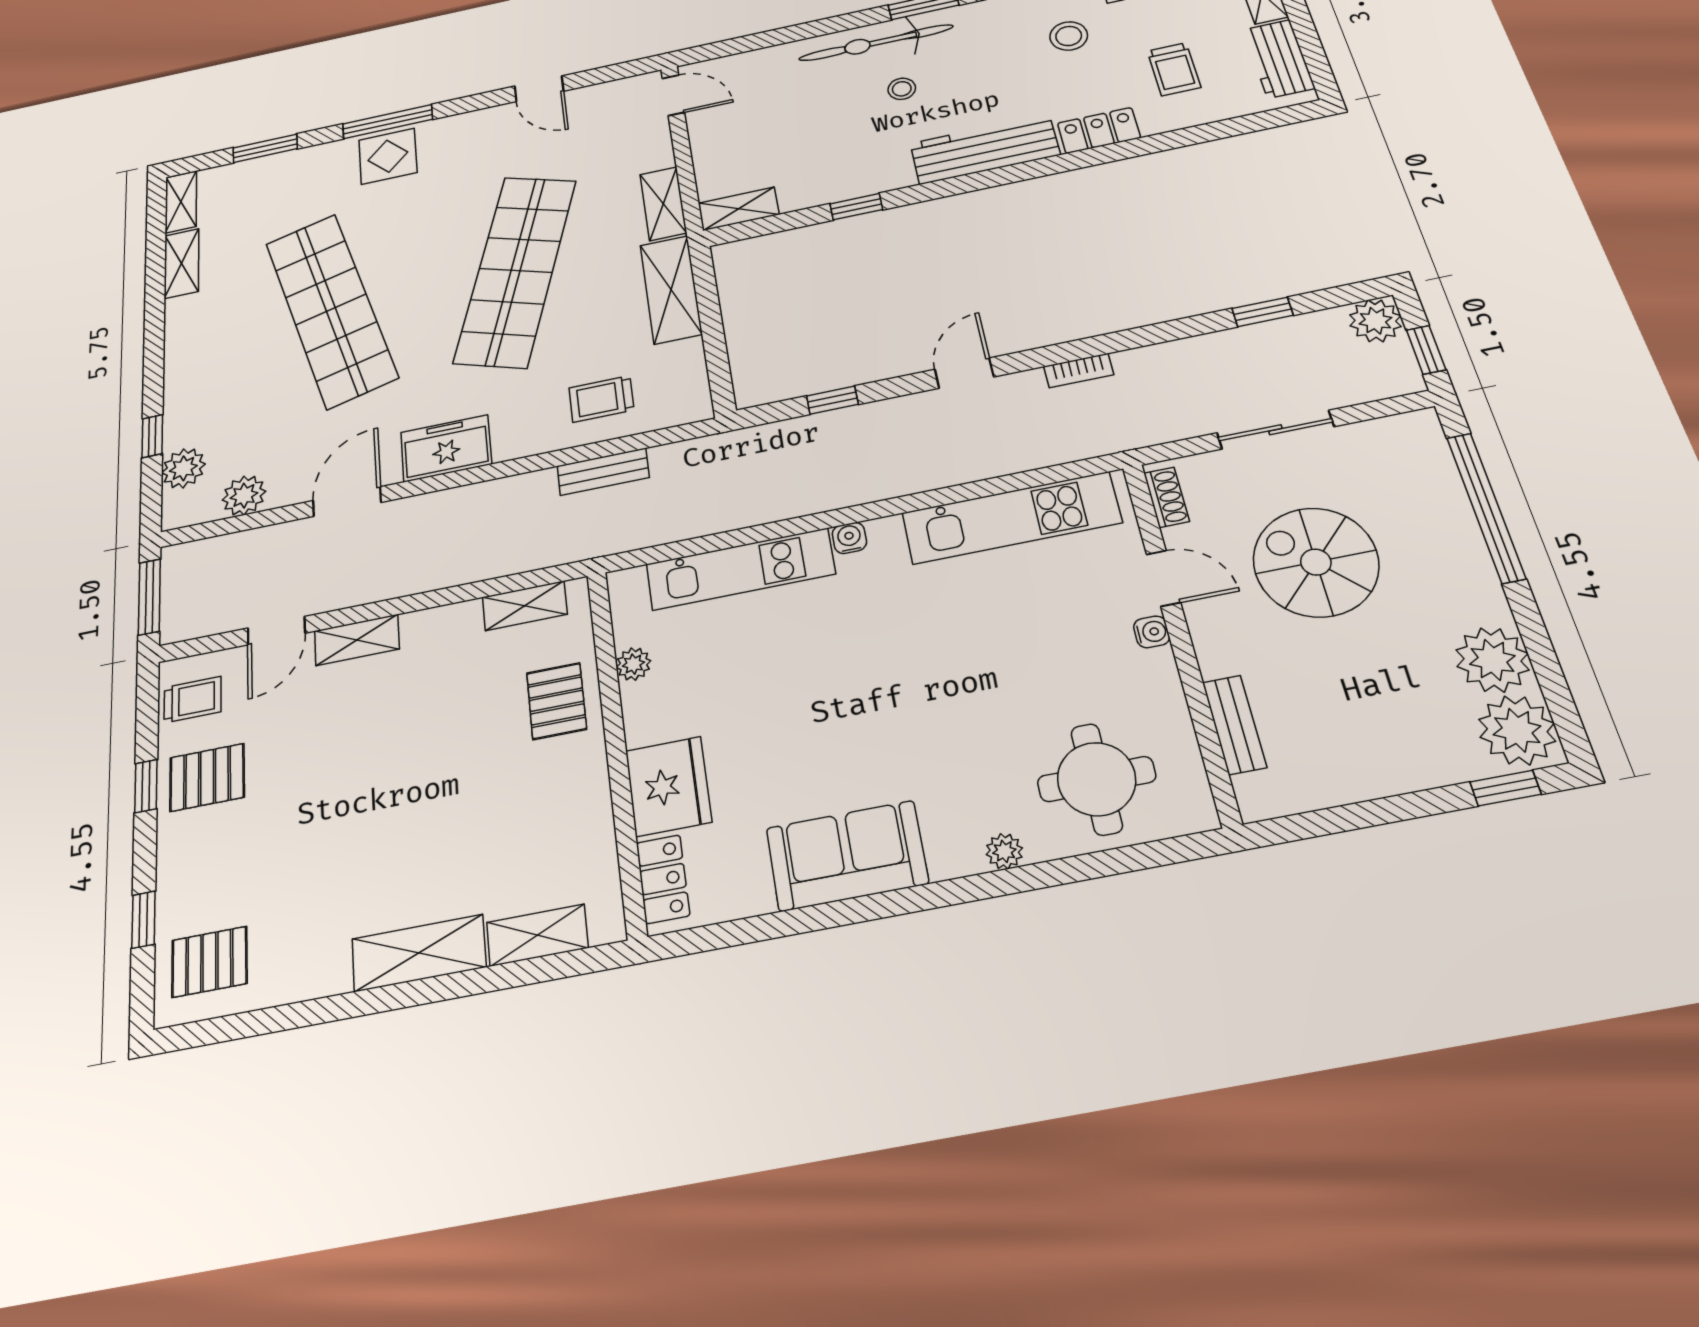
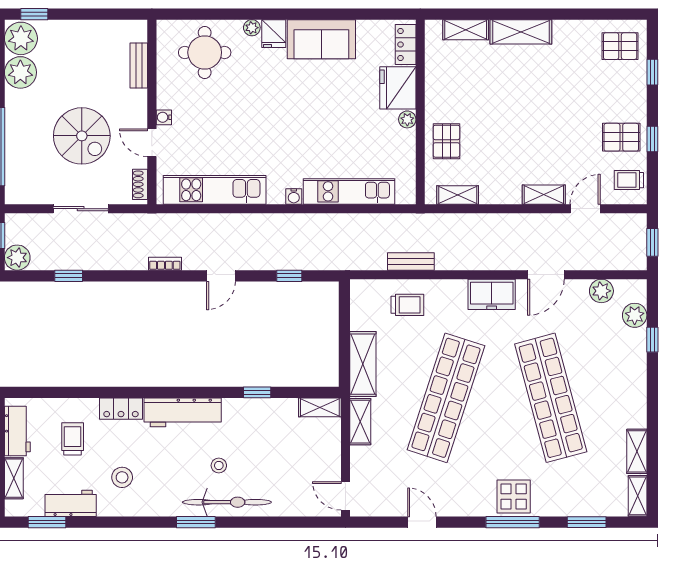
window: (149, 597) -> (652, 242), width x0.67
plant: (633, 664) -> (407, 119), moved
fridge: (953, 848) -> (274, 34), added

